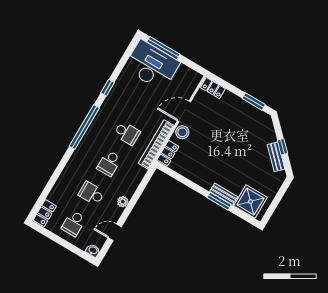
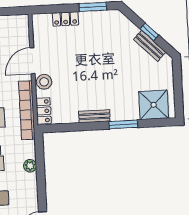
locker: (213, 88) -> (65, 19), moved
bench: (224, 194) -> (94, 116), moved
plant: (123, 202) -> (30, 166), moved

